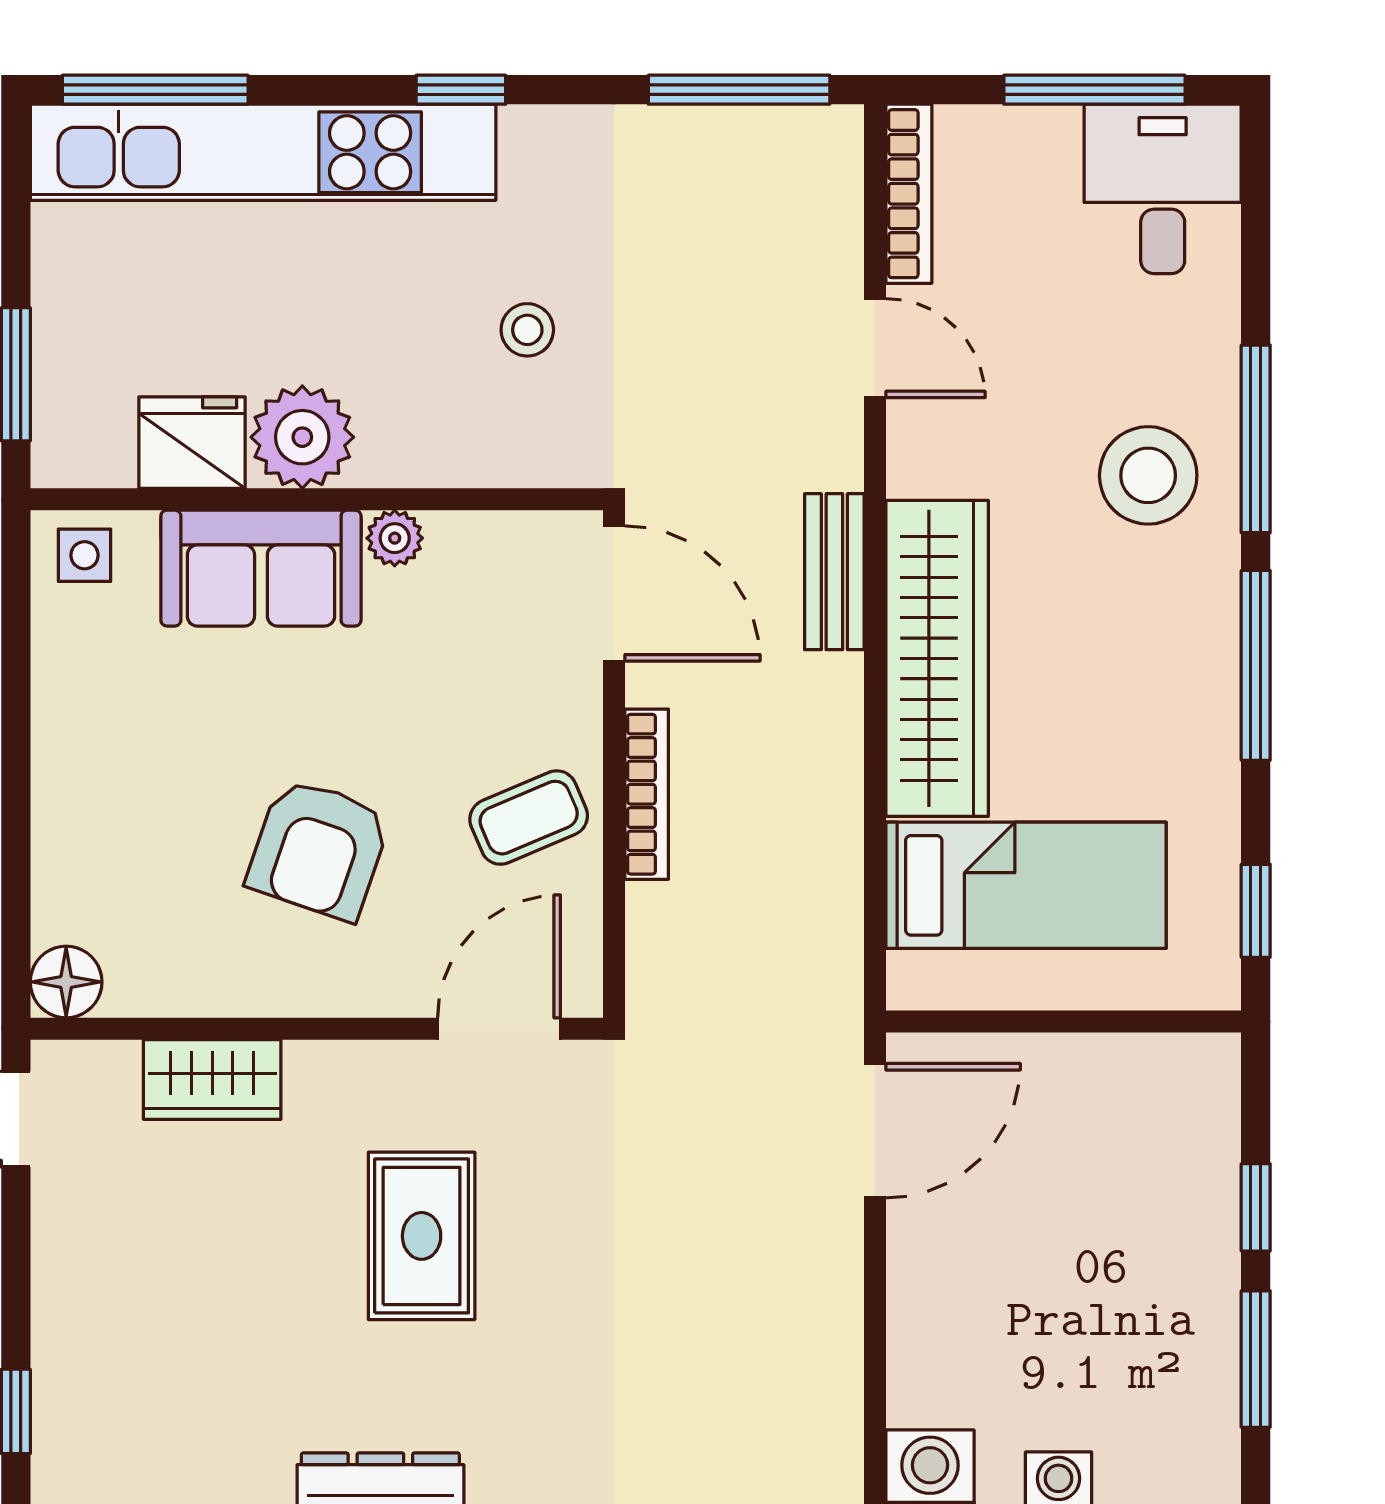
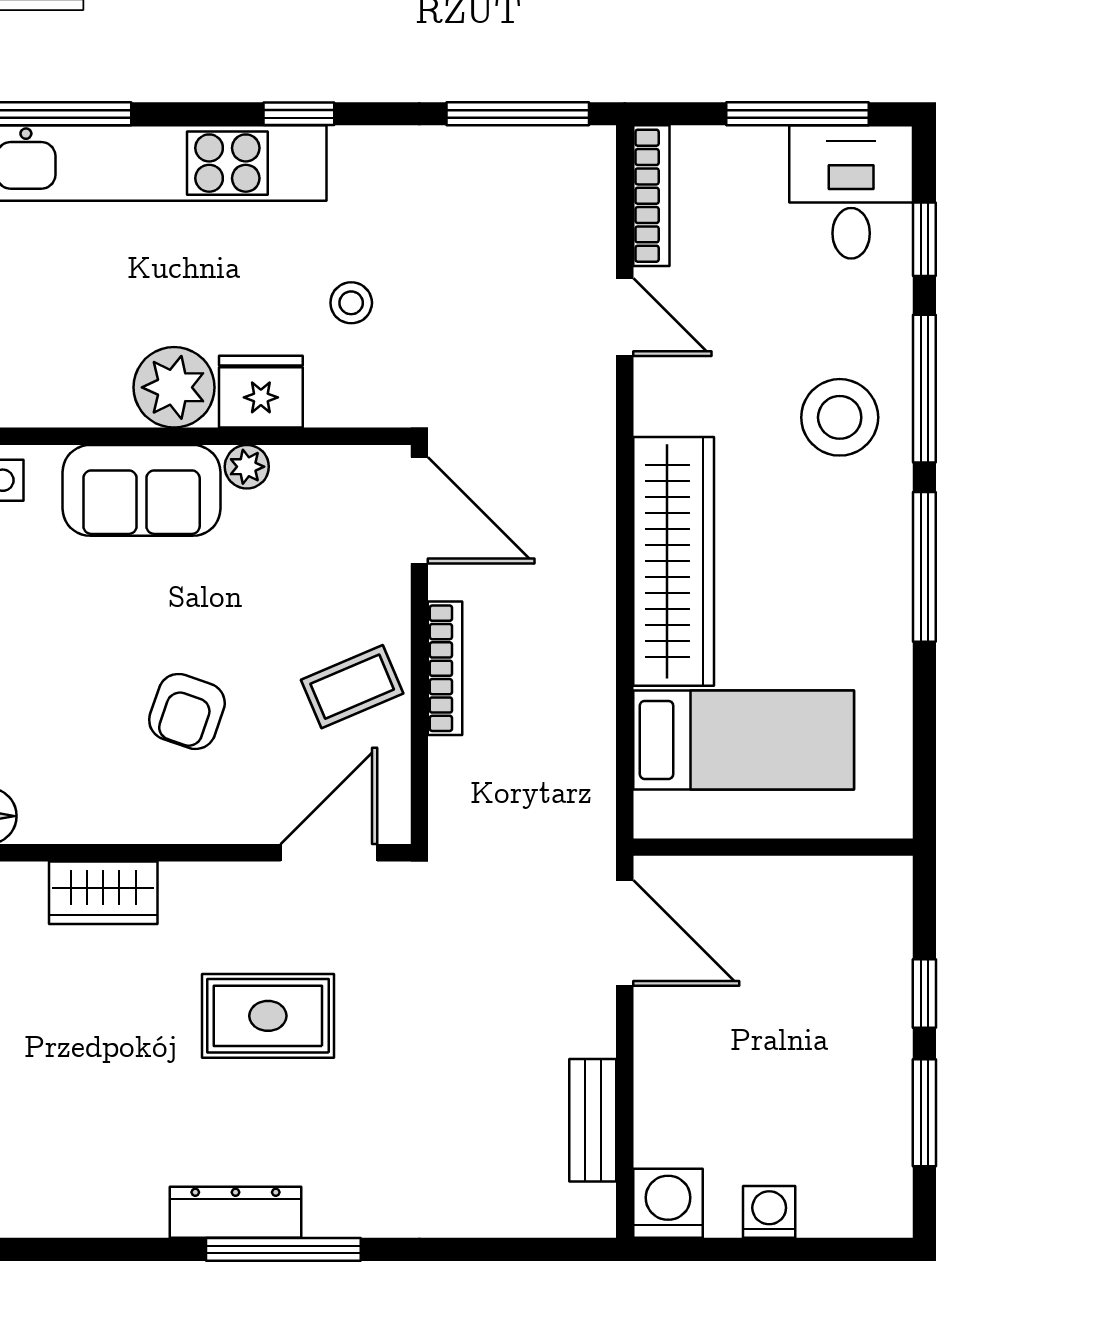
fridge: (192, 443) -> (261, 392), moved
bench: (834, 572) -> (593, 1120), moved
armchair: (319, 849) -> (187, 711), width x0.72, depth x0.72
window: (1256, 911) -> (924, 239), moved
door: (875, 1131) -> (625, 933), hinge flipped
rug: (422, 1236) -> (268, 1016), turned 90

